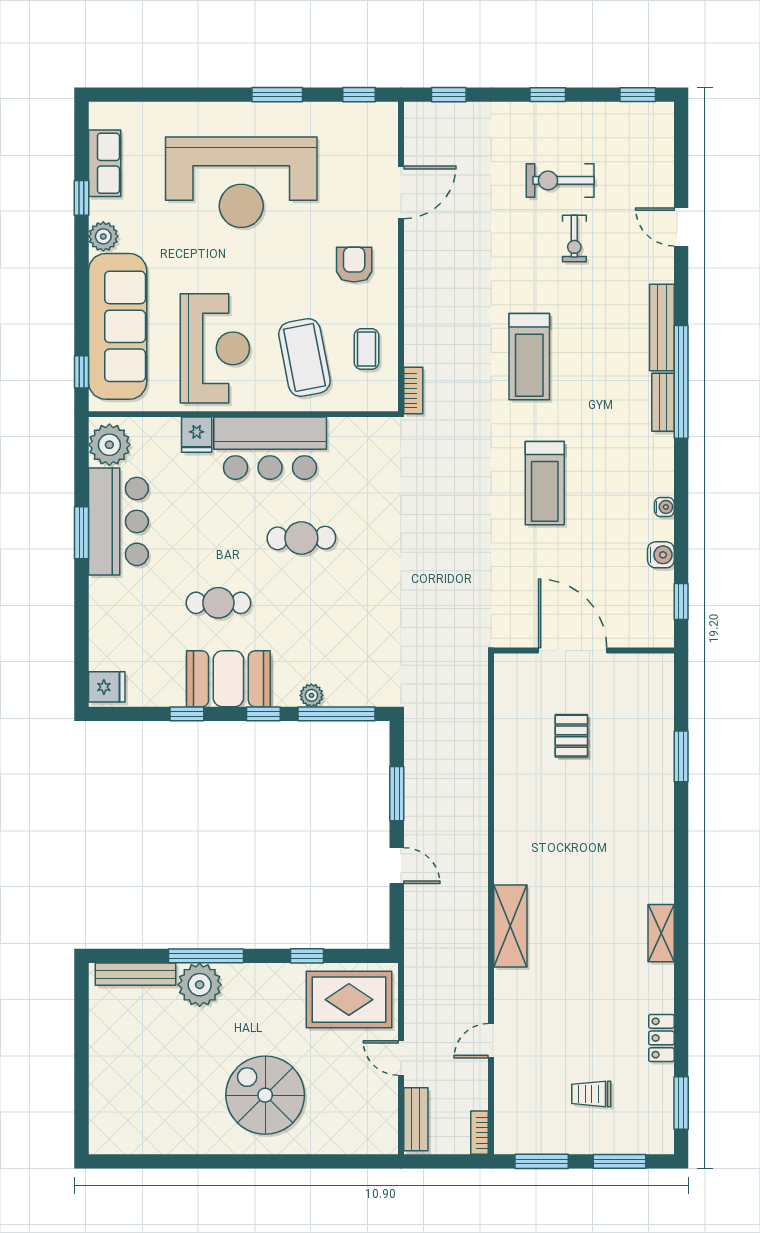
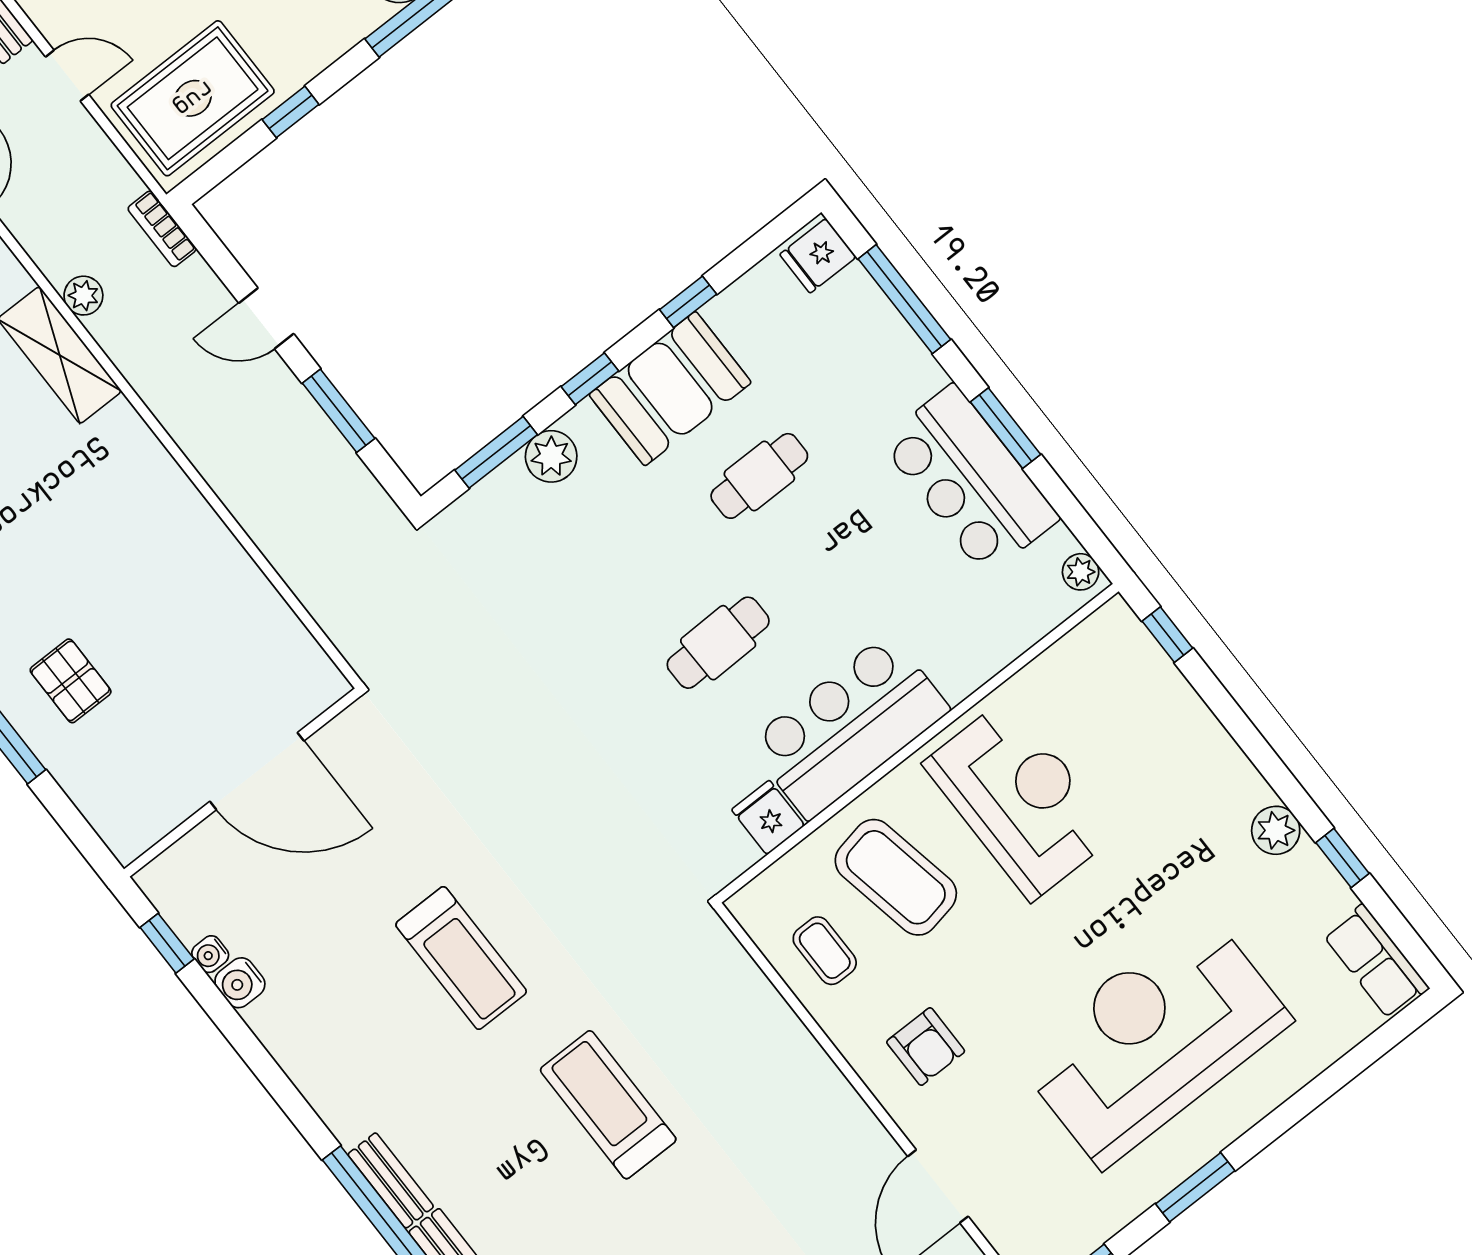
row of seats: (105, 163) -> (1376, 962), moved
sofa: (118, 326) -> (1167, 729), removed
reception desk: (215, 348) -> (1020, 799), turned 180
bookcase: (413, 391) -> (162, 229), moved
fridge: (197, 435) -> (768, 818), moved
plant: (109, 445) -> (1081, 572), width x0.53, depth x0.53
treadmill: (545, 483) -> (461, 958), turned 180
water cooler: (664, 507) -> (210, 954), moved
window: (82, 633) -> (904, 299), added
plant: (311, 695) -> (551, 456), width x1.38, depth x1.38
window: (336, 714) -> (496, 452), width x0.69
pallet: (571, 736) -> (71, 681), moved
plant: (476, 946) -> (83, 296), added

